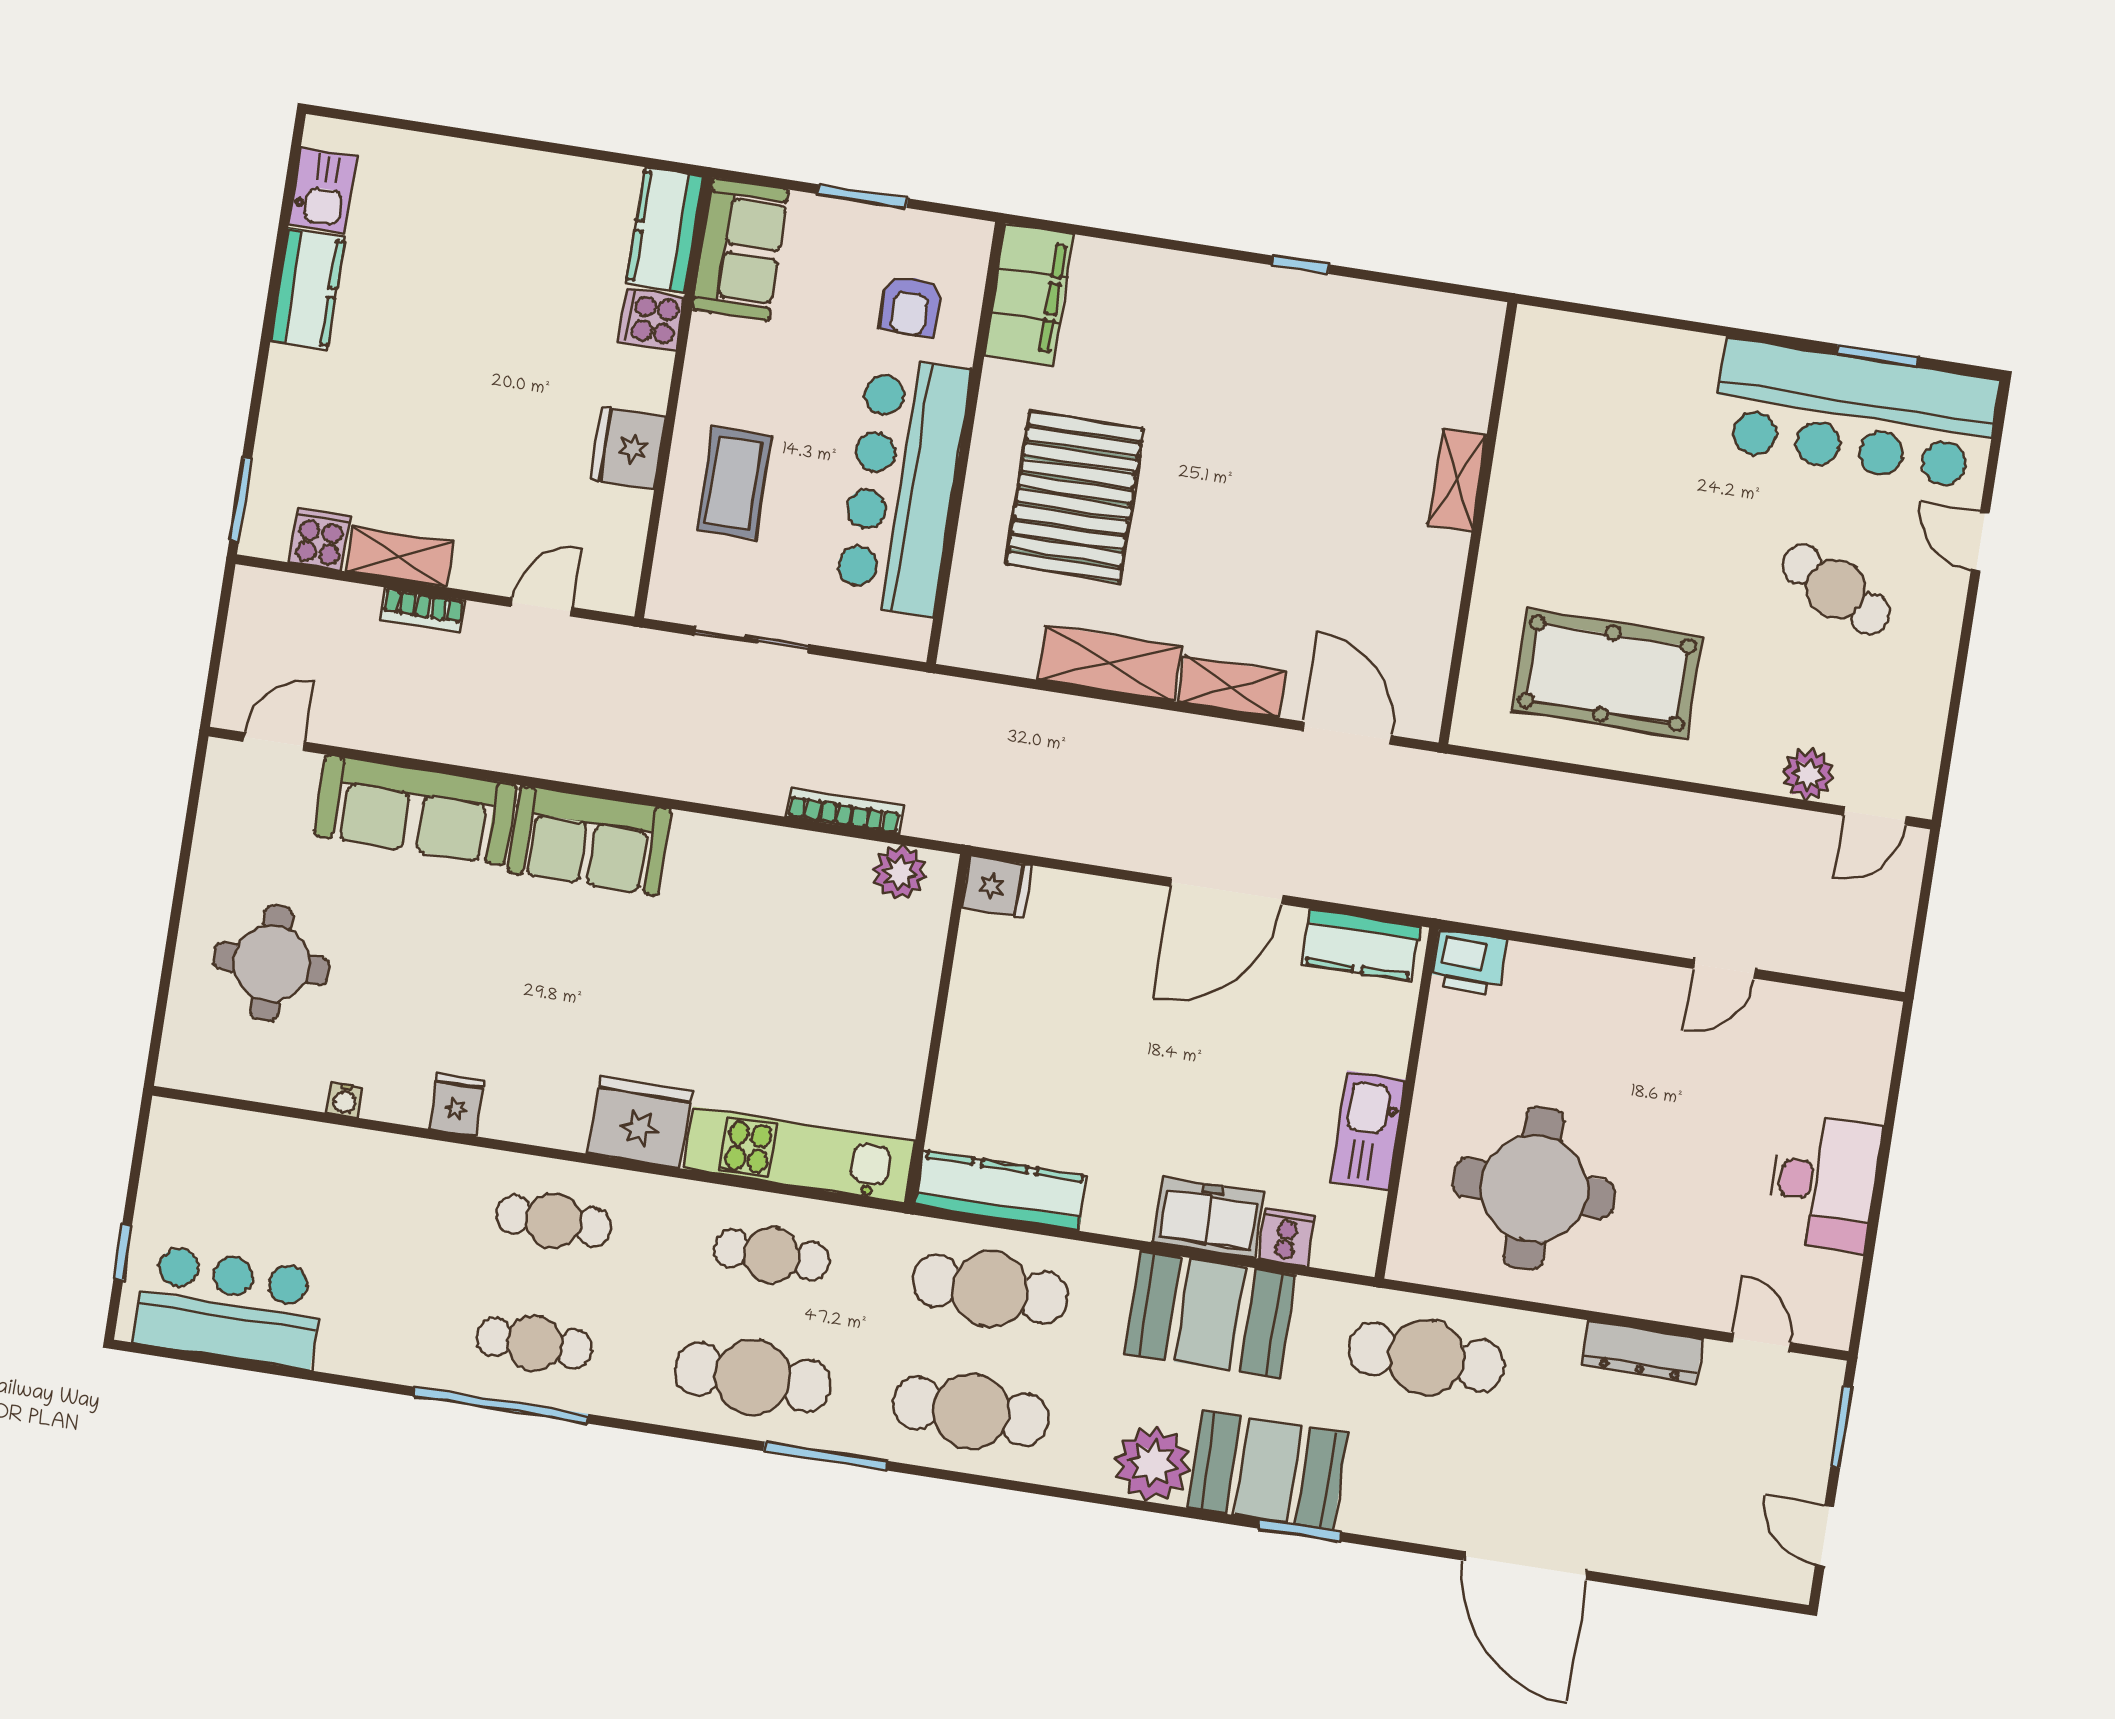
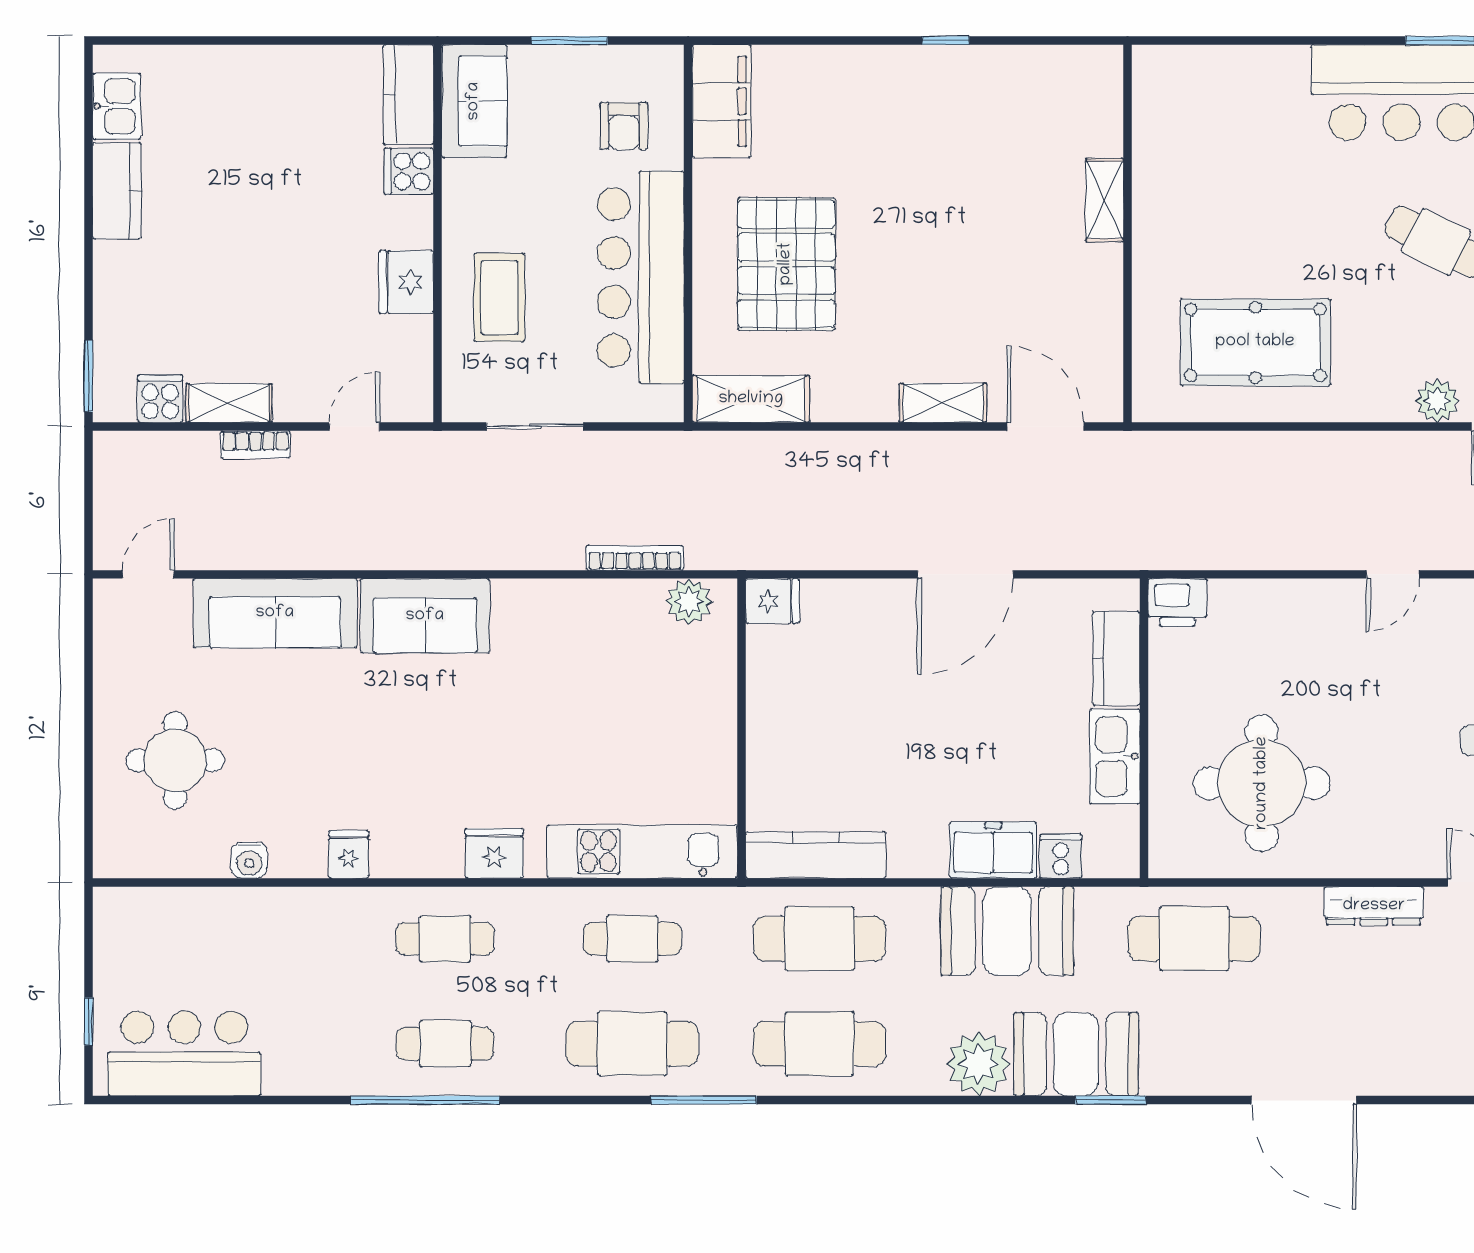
shelving: (1109, 663) -> (751, 399), moved
kitchen counter: (1361, 945) -> (1116, 659), moved, turned 90
water cooler: (345, 1100) -> (249, 860), width x1.38, depth x1.38
fridge: (640, 1122) -> (494, 853), width x0.73, depth x0.75

